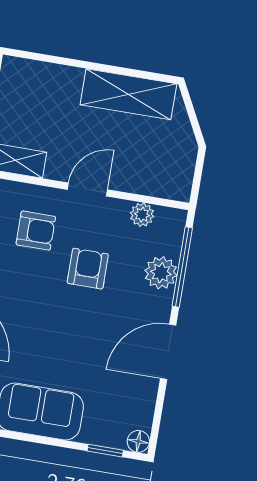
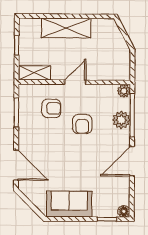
shelving: (128, 94) -> (66, 28), moved
plant: (142, 215) -> (124, 91), moved
armchair: (88, 269) -> (82, 124), turned 180

